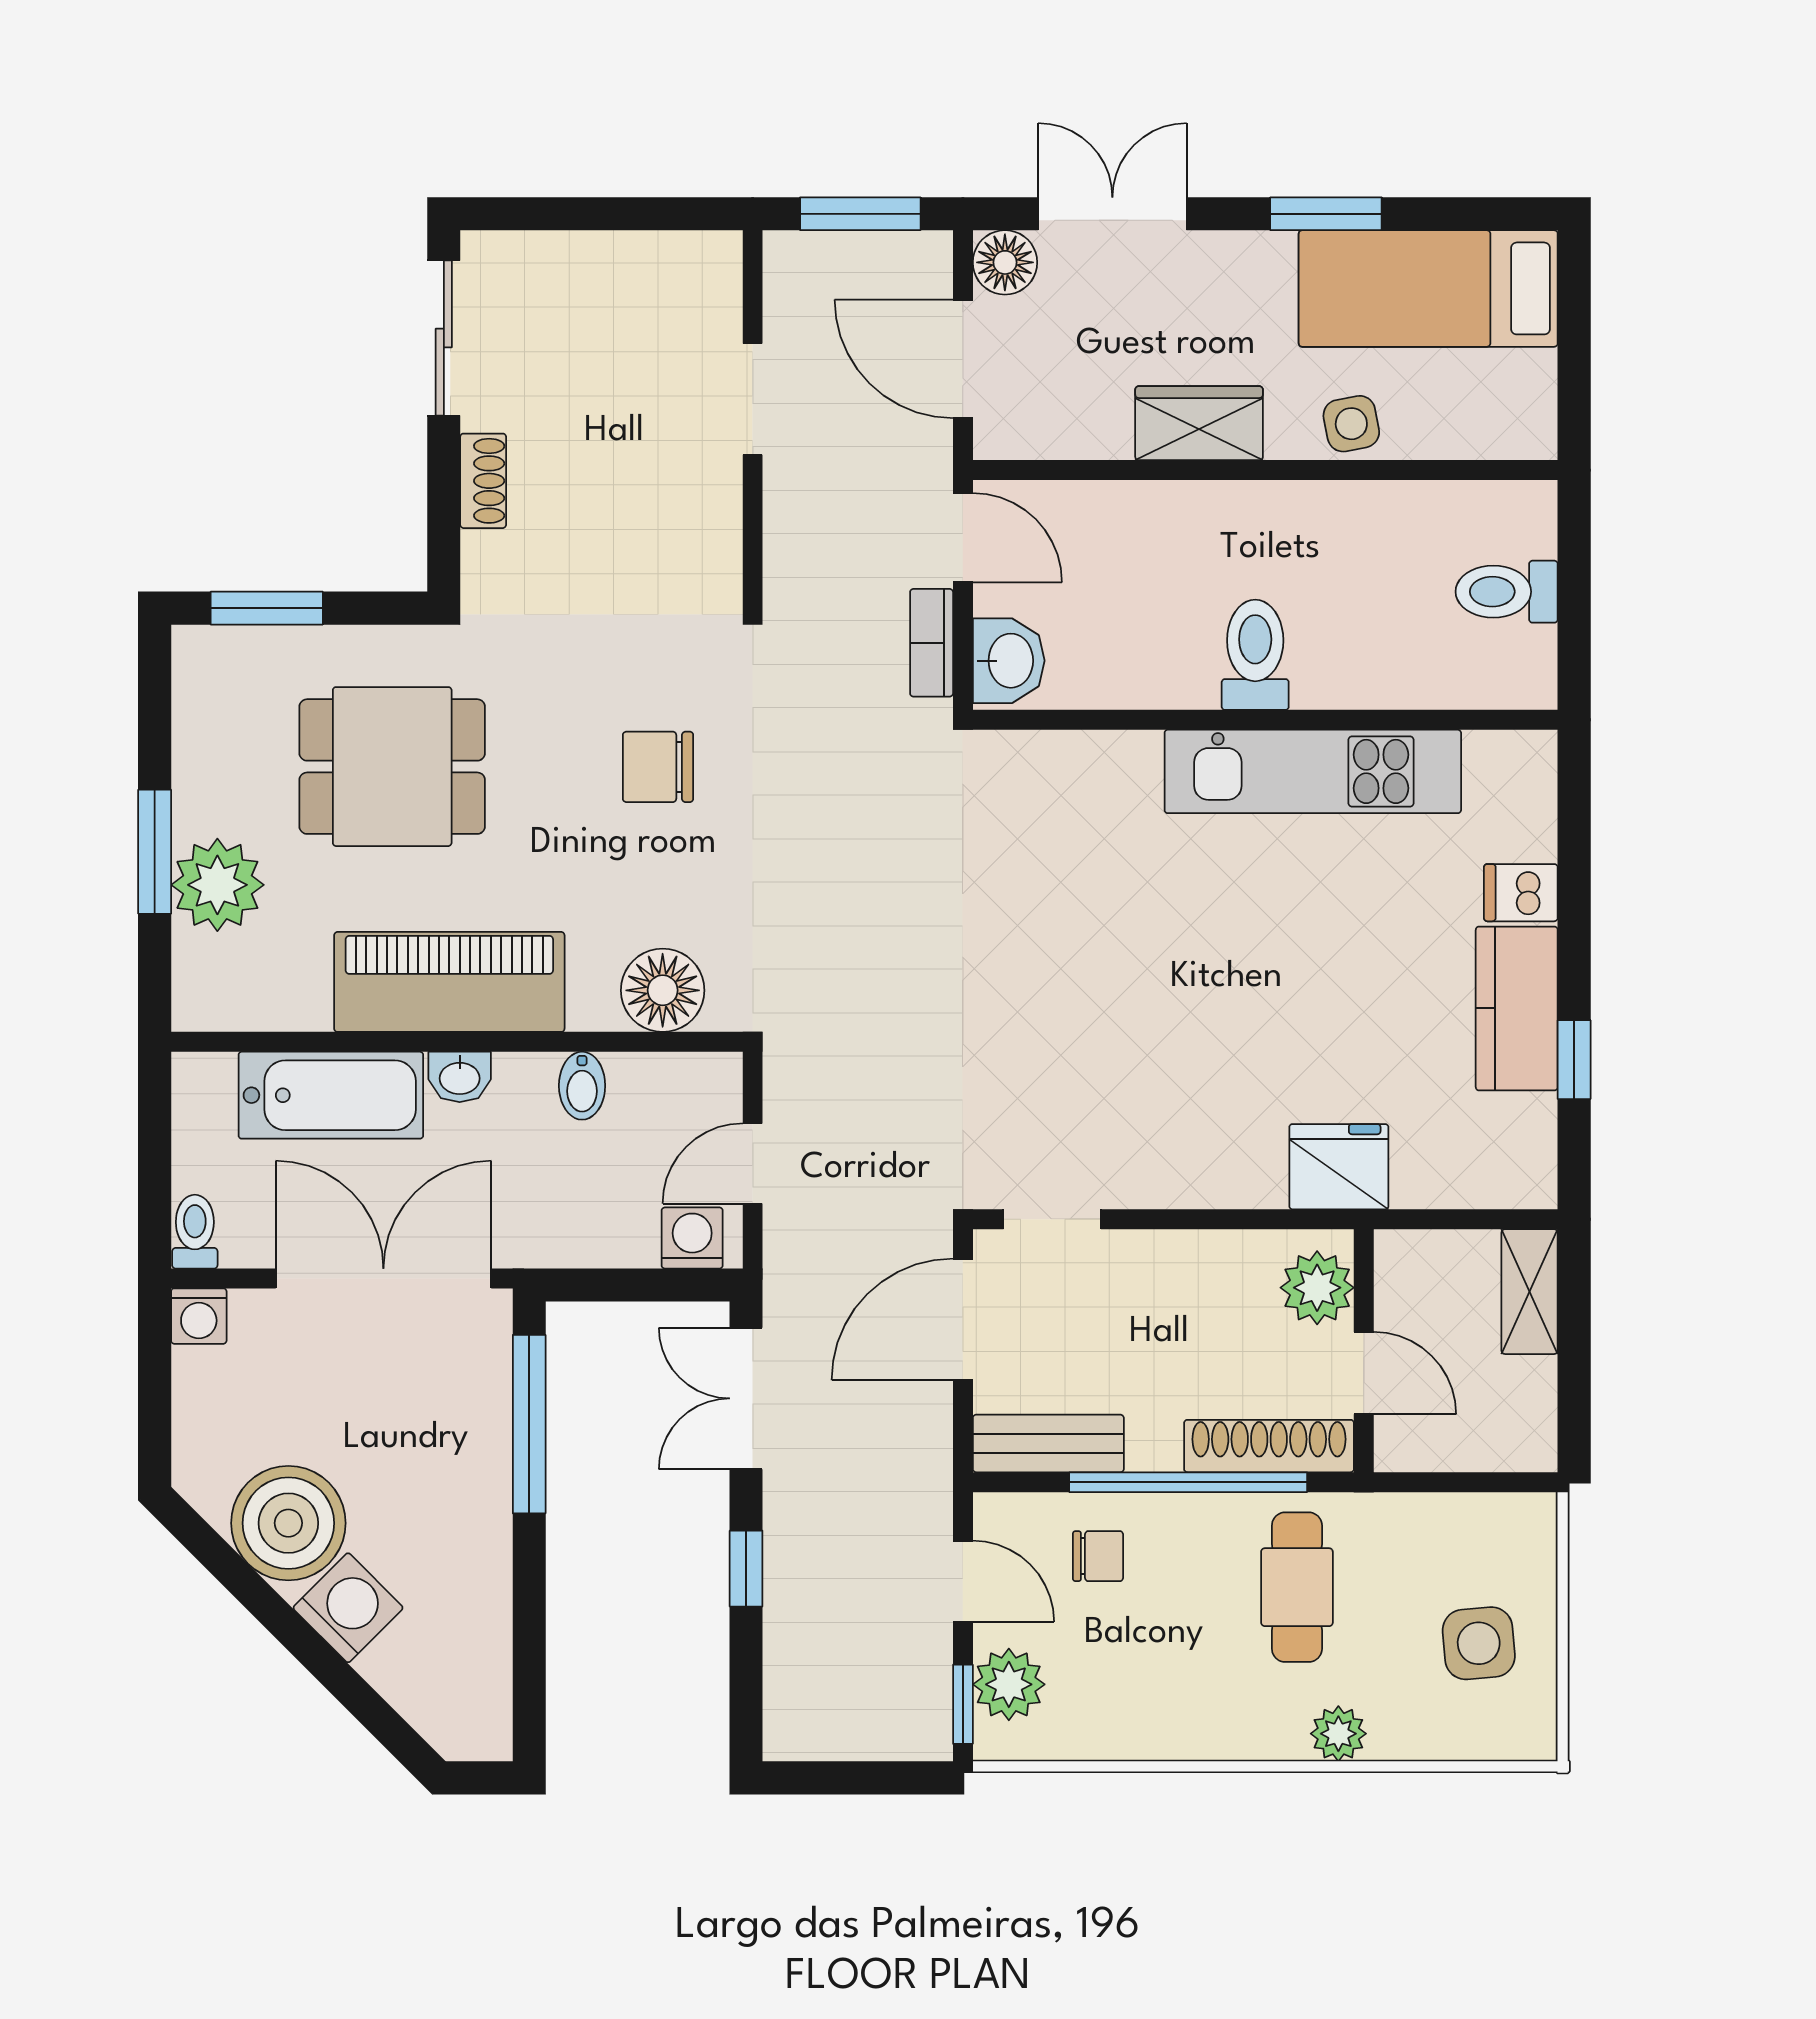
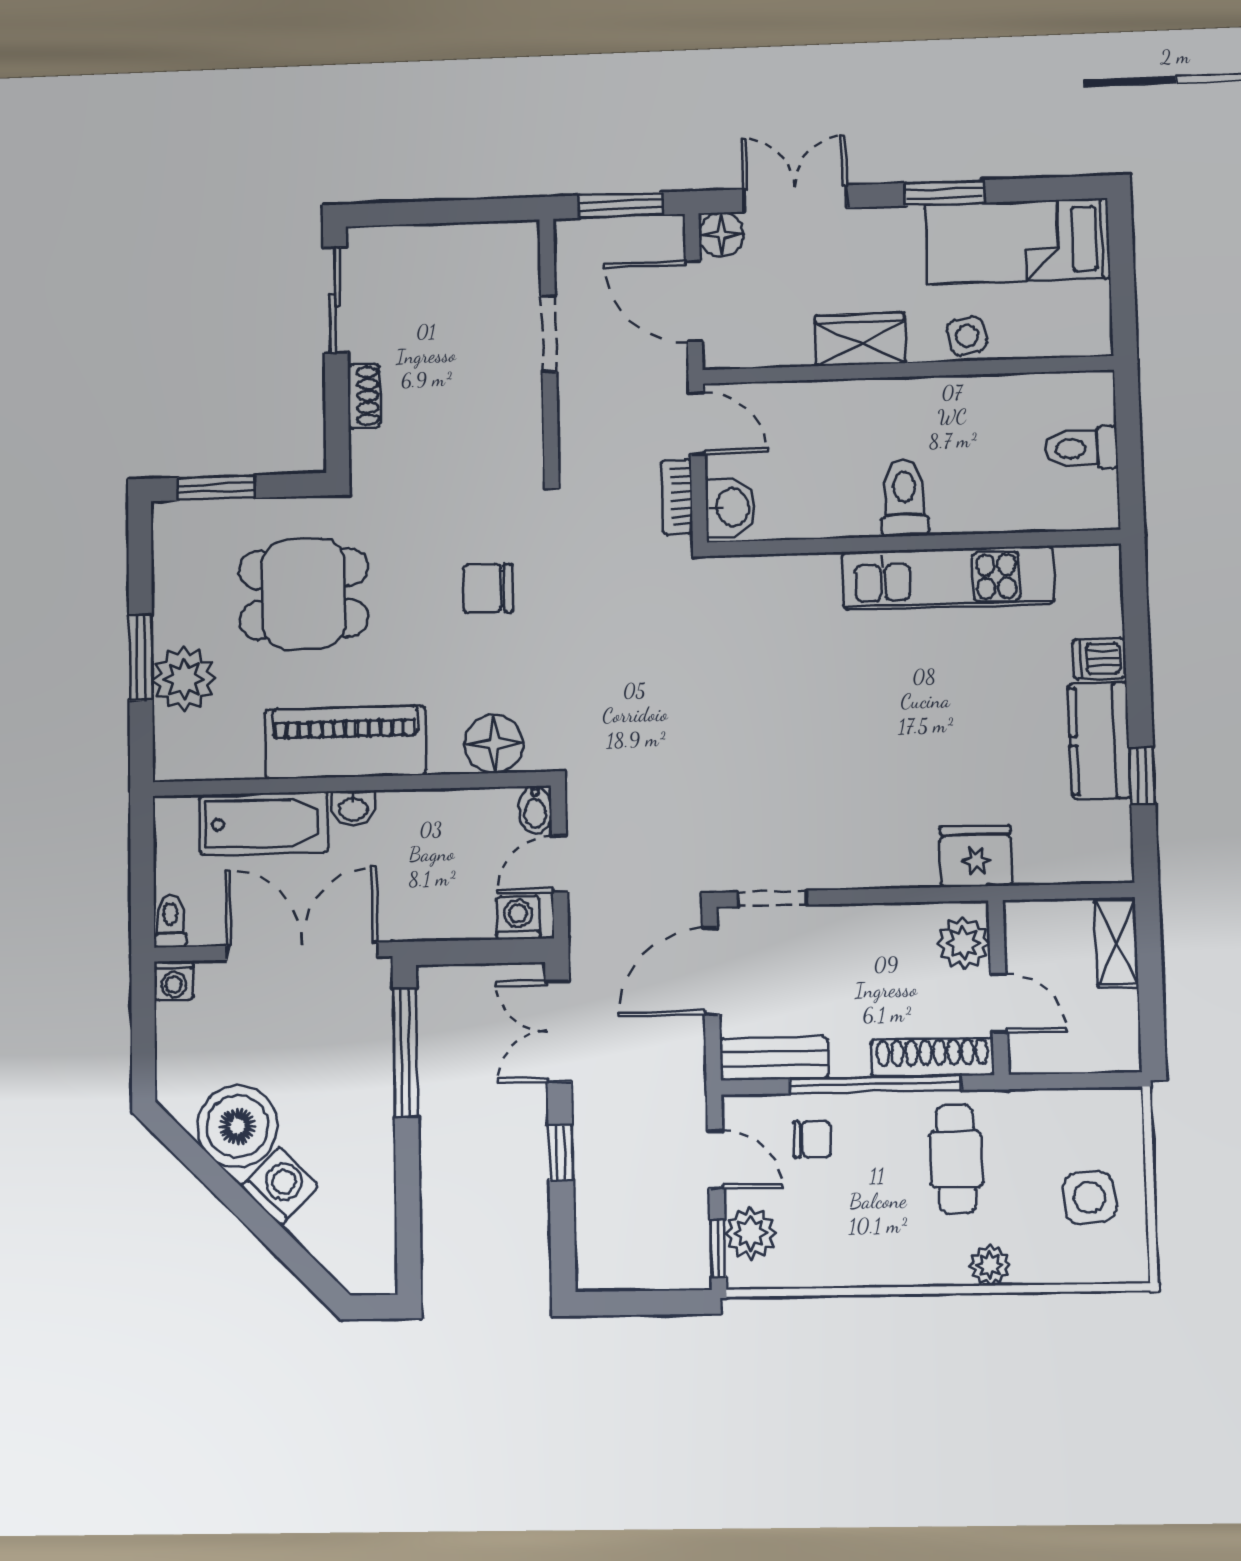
bidet: (582, 1086) -> (535, 810), moved

